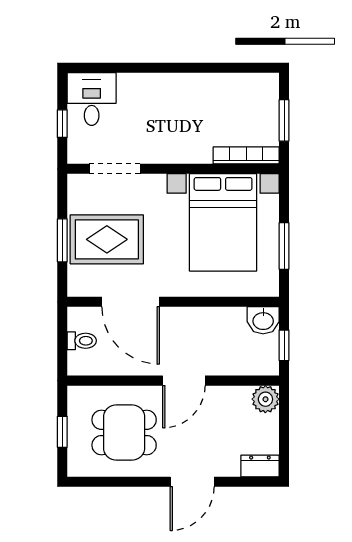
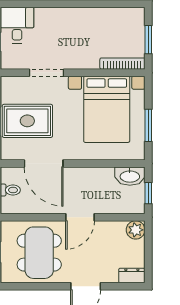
doorway: (115, 169) -> (46, 73), moved
washbasin: (263, 320) -> (130, 176), width x1.38
dining table: (124, 432) -> (39, 253), width x1.38

